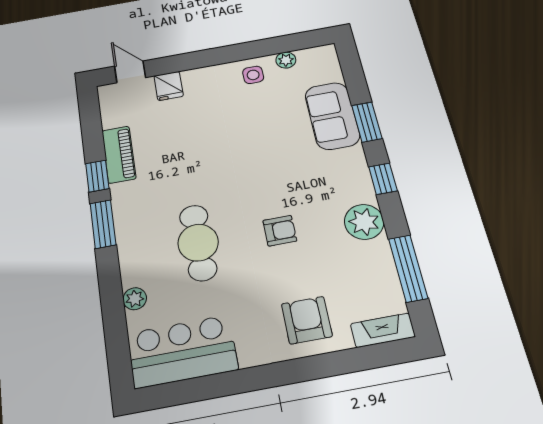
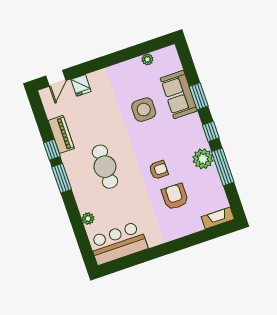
door: (130, 72) -> (56, 78), swing flipped
side table: (253, 75) -> (144, 110), moved, width x1.87, depth x1.87
cafe table: (198, 243) -> (105, 167), moved
window: (408, 268) -> (223, 167), moved
armchair: (307, 320) -> (175, 197), moved

